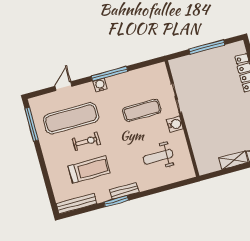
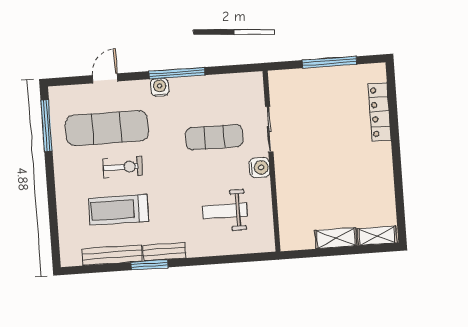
treadmill: (89, 170) -> (119, 210), turned 180
bench: (77, 204) -> (112, 255), moved

